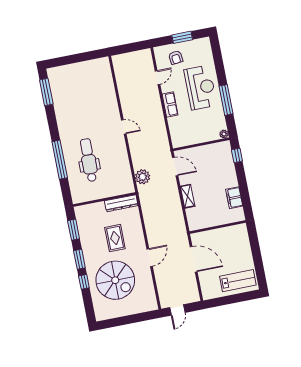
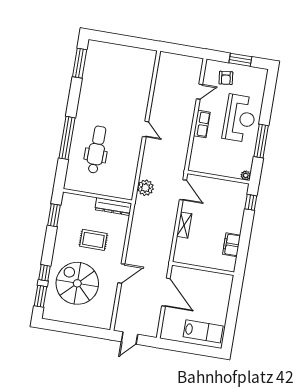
rug: (115, 238) -> (93, 240), turned 90
window: (79, 259) -> (41, 296), moved
spiral stairs: (115, 280) -> (77, 283), turned 180

